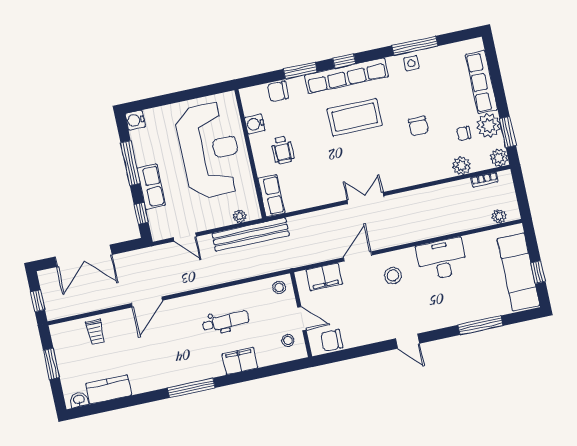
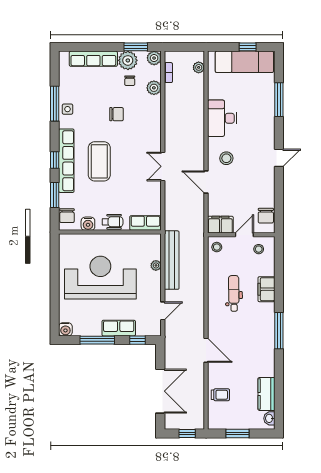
water cooler: (255, 124) -> (88, 224), moved
wall: (250, 154) -> (110, 232), moved
row of seats: (271, 196) -> (145, 223), moved
filing cabinet: (324, 277) -> (220, 225), moved, turned -90

